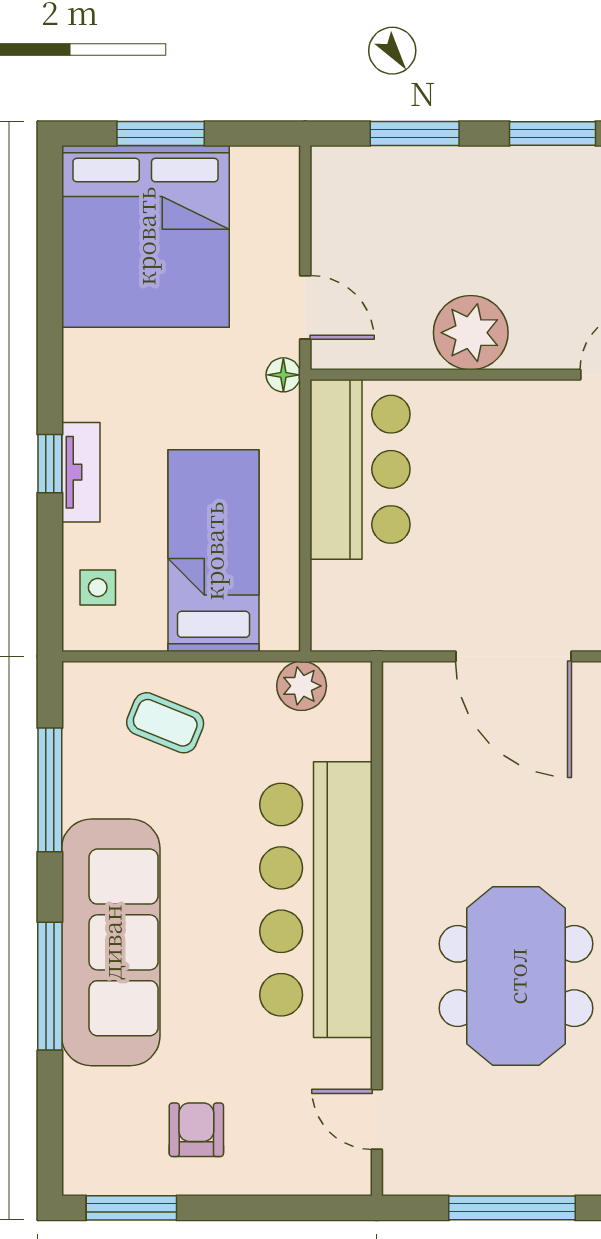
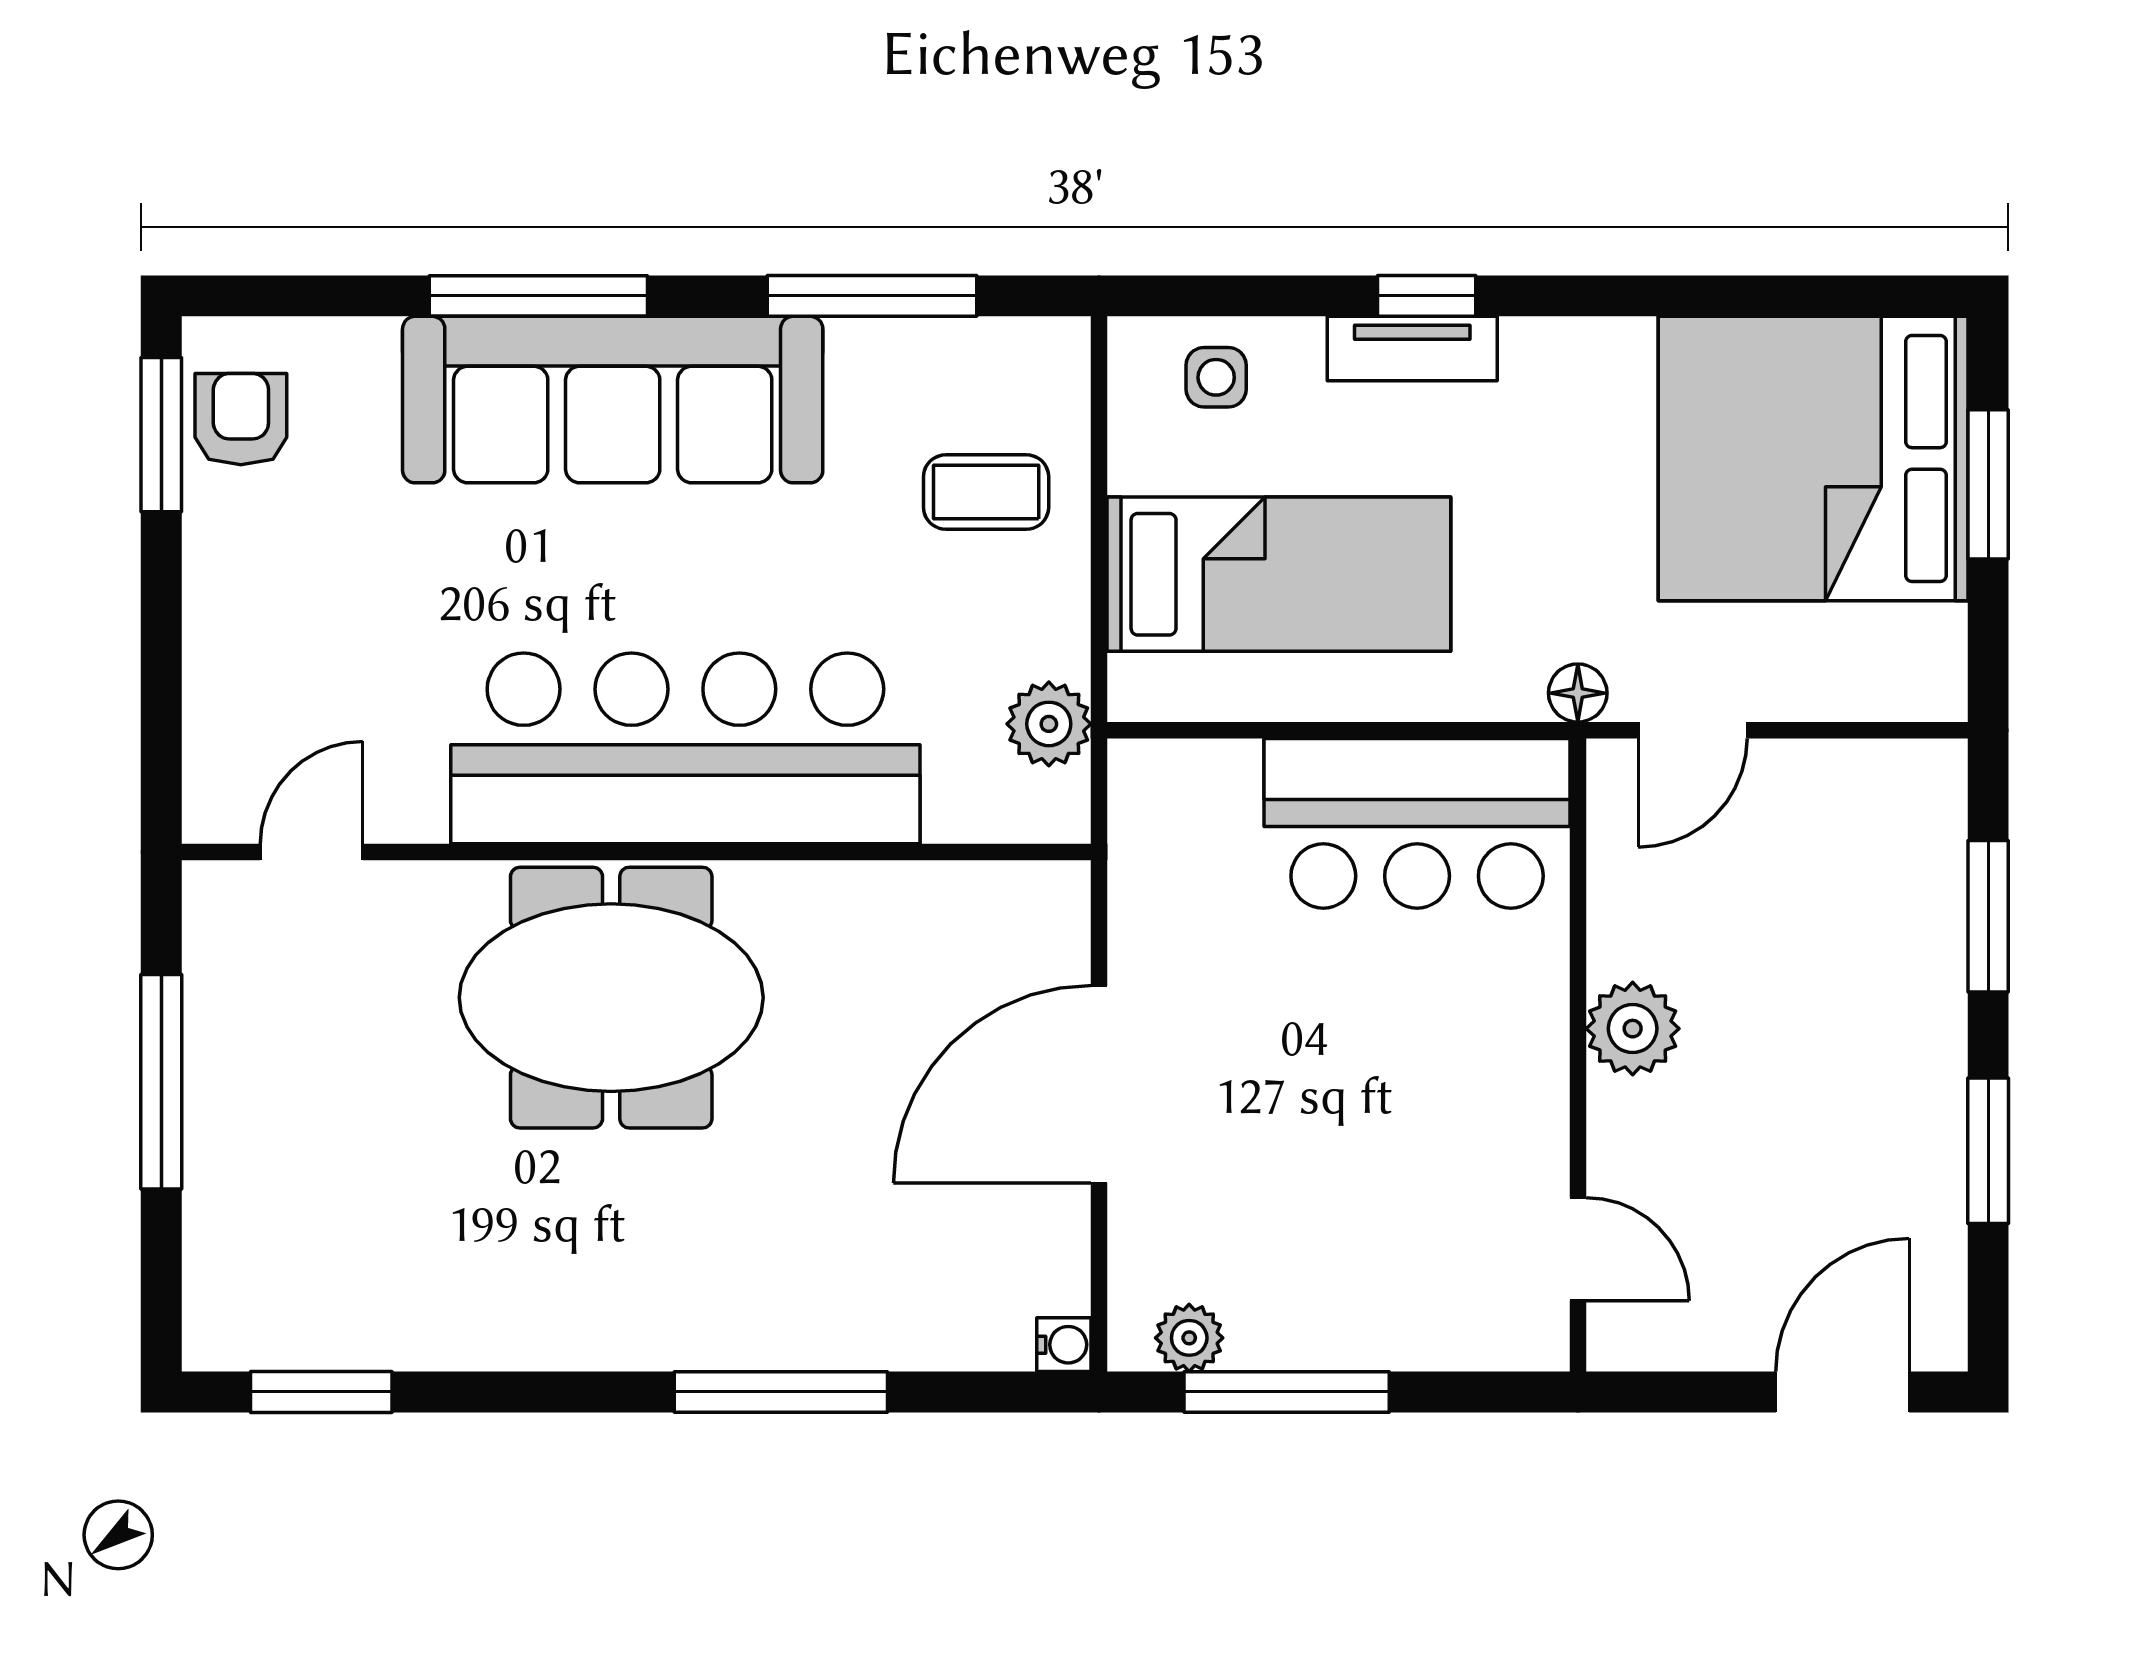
plant: (471, 333) -> (1633, 1029), width x0.73, depth x0.73
coffee table: (165, 723) -> (986, 492), turned 68
meeting table: (516, 976) -> (611, 998), moved
armchair: (196, 1130) -> (241, 419), moved, turned -90

